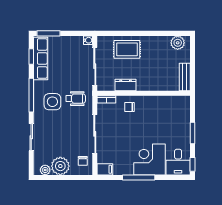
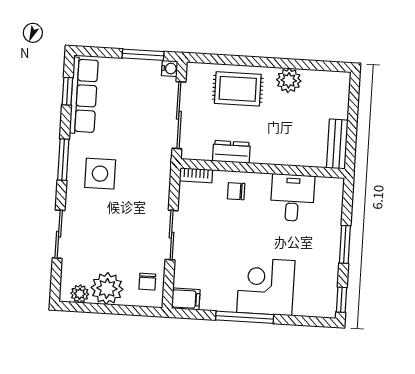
window: (48, 33) -> (143, 55), moved
plant: (178, 43) -> (289, 80), moved
window: (31, 95) -> (63, 160), width x0.69
wheelchair: (76, 99) -> (141, 171), removed
sliding door: (95, 134) -> (172, 235), width x0.73
desk: (178, 162) -> (292, 198), moved, turned 180

